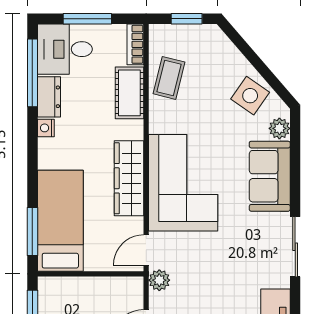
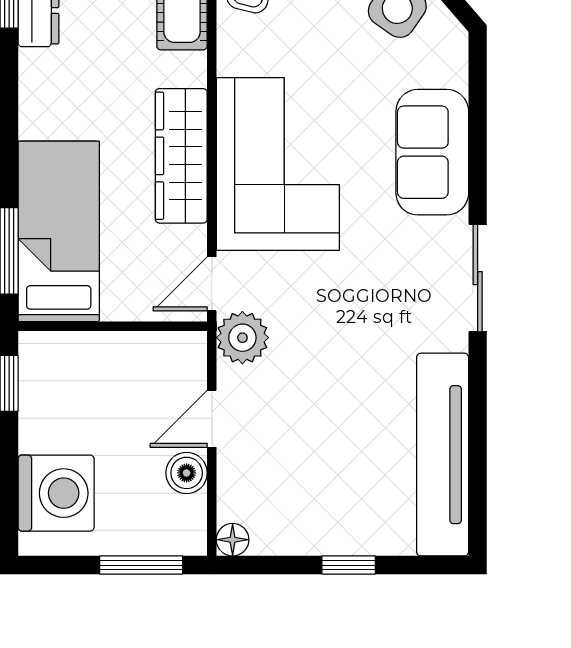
nightstand: (46, 128) -> (33, 66), removed
plant: (279, 128) -> (450, 67), removed
plant: (159, 280) -> (242, 338), width x1.38, depth x1.38

